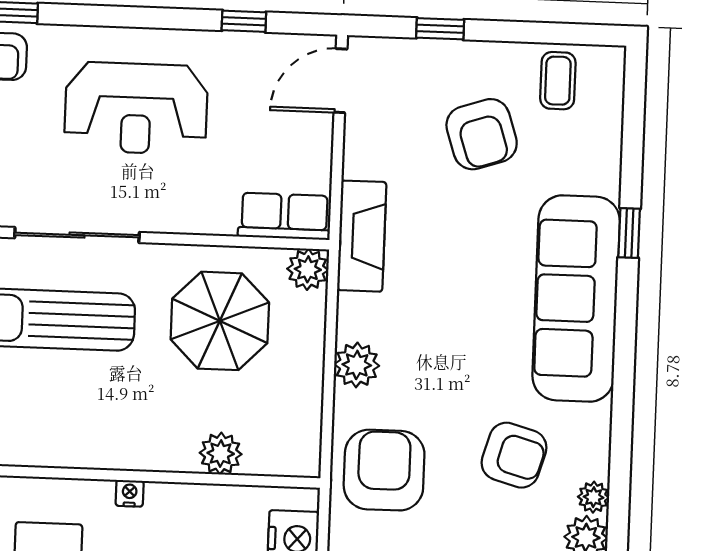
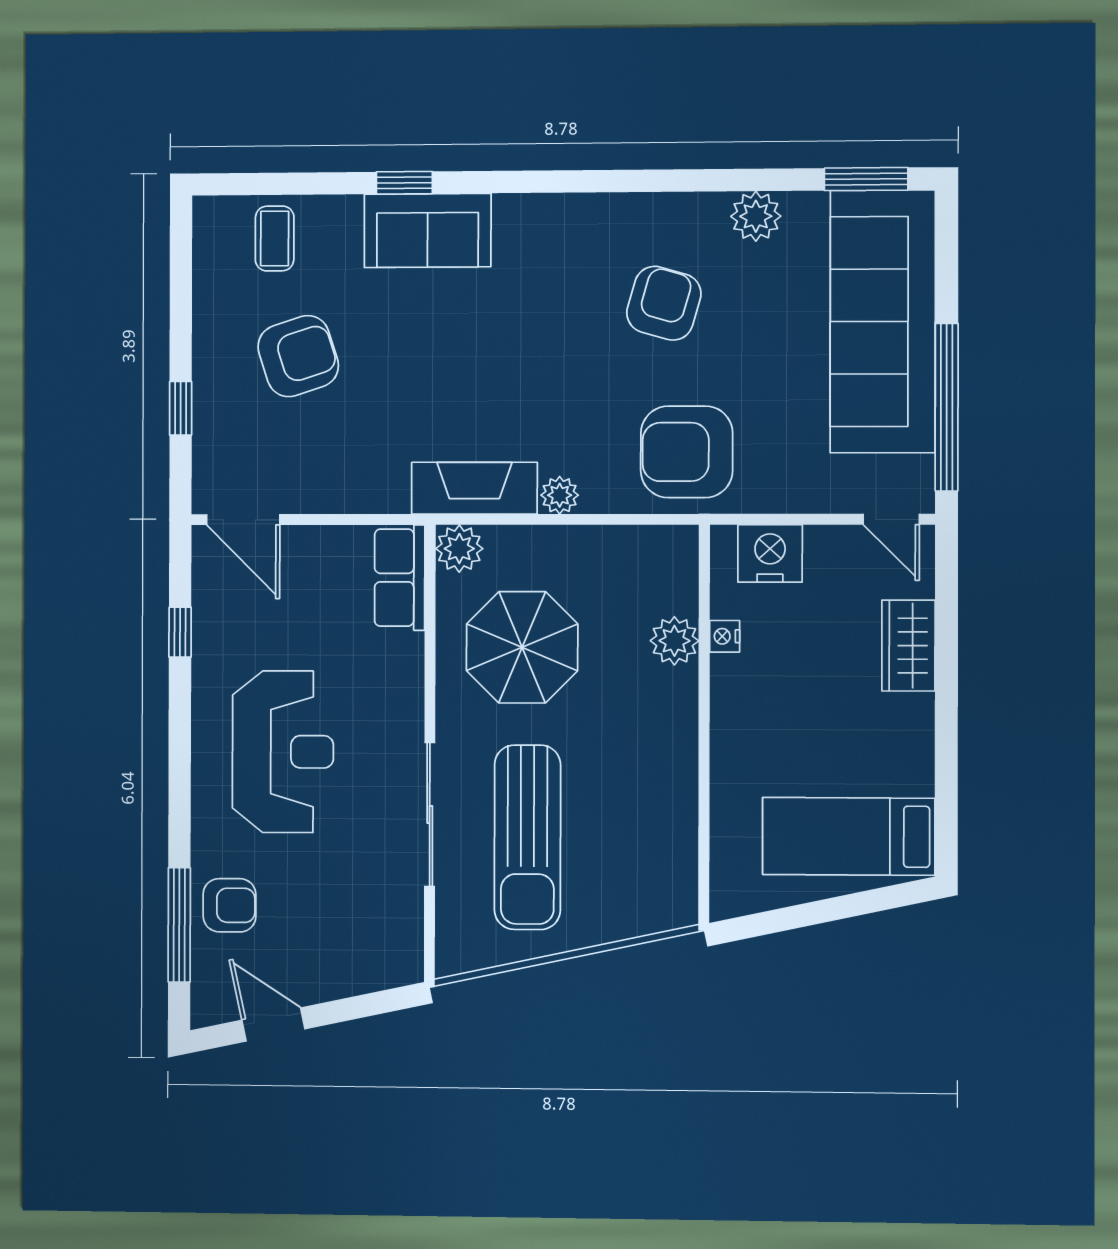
coffee table: (558, 81) -> (275, 238), moved, turned 90
fireplace: (362, 236) -> (474, 488), moved
sofa: (576, 298) -> (428, 230), width x0.54, depth x0.79
plant: (357, 365) -> (560, 495), width x0.73, depth x0.73
nightstand: (130, 493) -> (725, 636), moved
plant: (594, 497) -> (709, 210), removed

